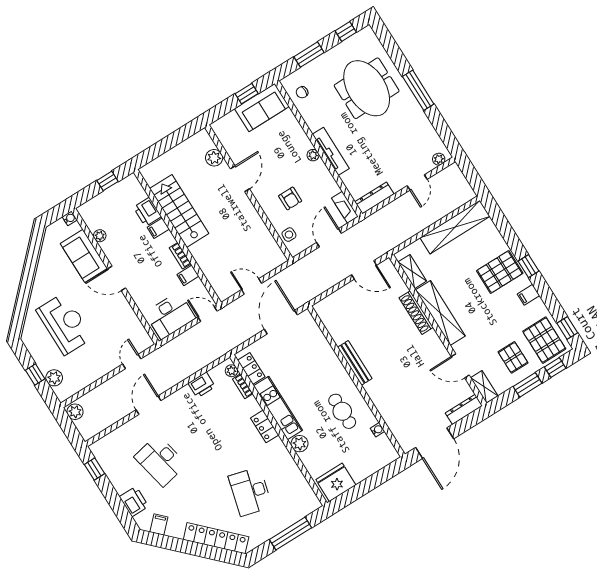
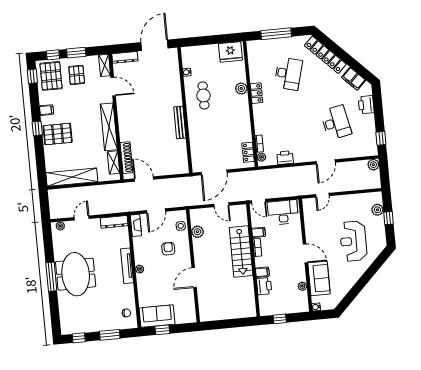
meeting table: (367, 88) -> (76, 274), moved
plant: (214, 158) -> (197, 232), moved
stairs: (179, 211) -> (241, 252), moved
shoe rack: (416, 313) -> (126, 158), moved
kitchen unit: (278, 408) -> (244, 118), removed
plant: (75, 412) -> (373, 165), moved
locker: (265, 426) -> (256, 93), moved
filing cabinet: (159, 525) -> (354, 79), width x2.00

